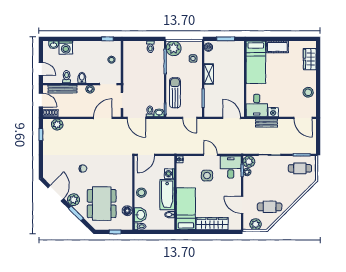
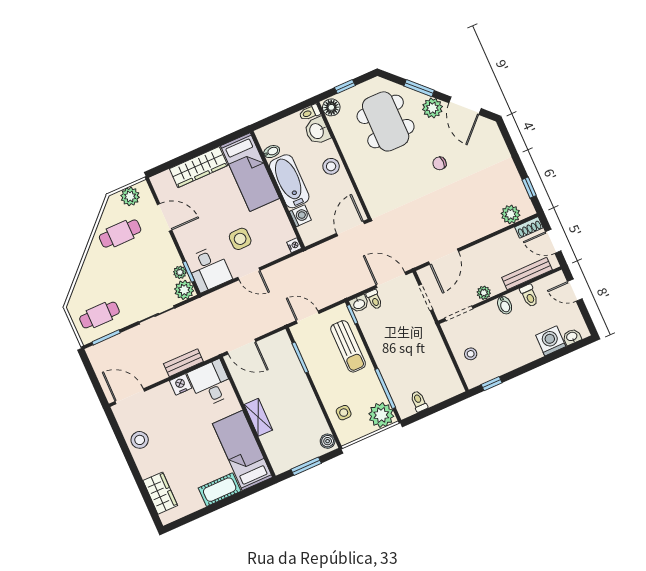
shelving: (209, 74) -> (258, 417), moved
floor lamp: (127, 211) -> (331, 107), moved

